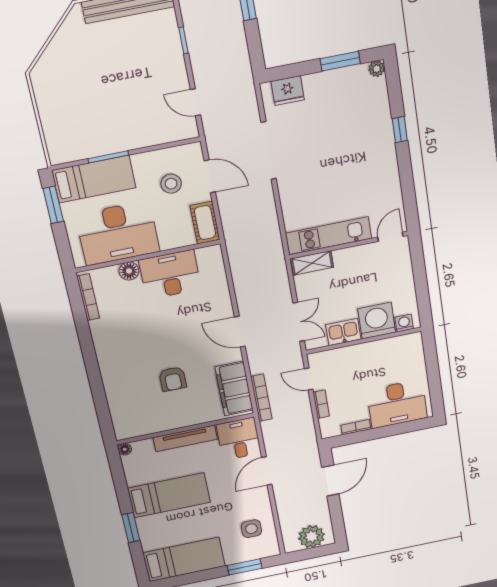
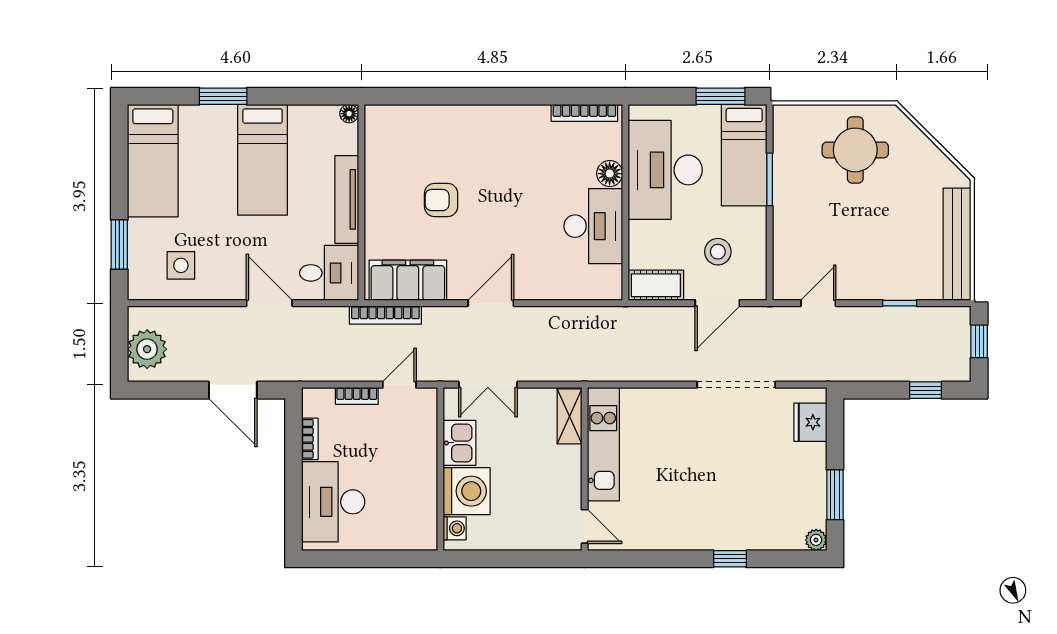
round table: (71, 98) -> (855, 150), added

